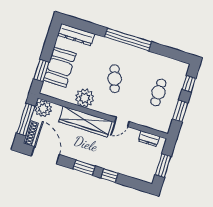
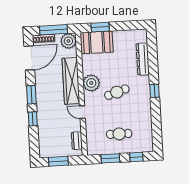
dresser: (76, 35) -> (143, 59), moved
window: (128, 39) -> (154, 91), width x0.32
booth: (60, 67) -> (97, 42), moved
plant: (85, 98) -> (91, 83), moved

